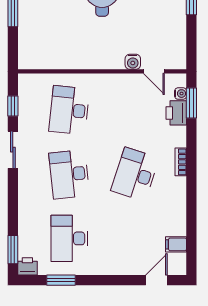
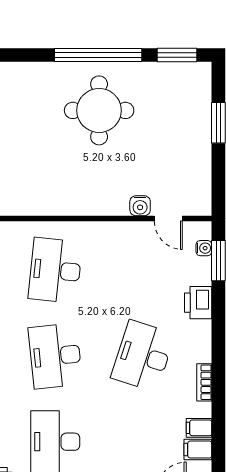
printer: (176, 113) -> (198, 303), moved
bookcase: (181, 162) -> (204, 382), moved
filing cabinet: (177, 228) -> (199, 428), added

